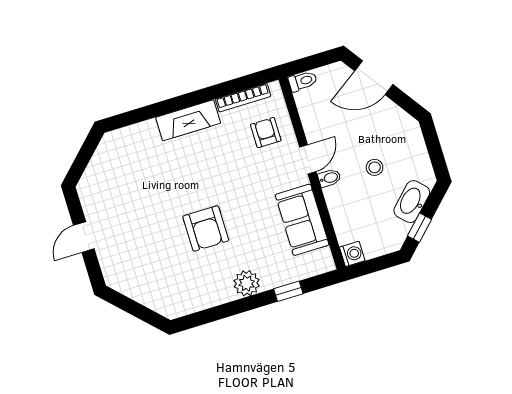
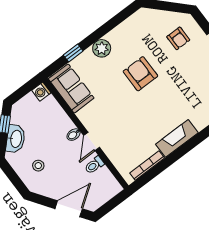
toilet: (303, 81) -> (94, 165), moved
armchair: (266, 133) -> (178, 38), moved
stool: (375, 167) -> (38, 166), moved
sofa: (302, 220) -> (71, 88), moved

